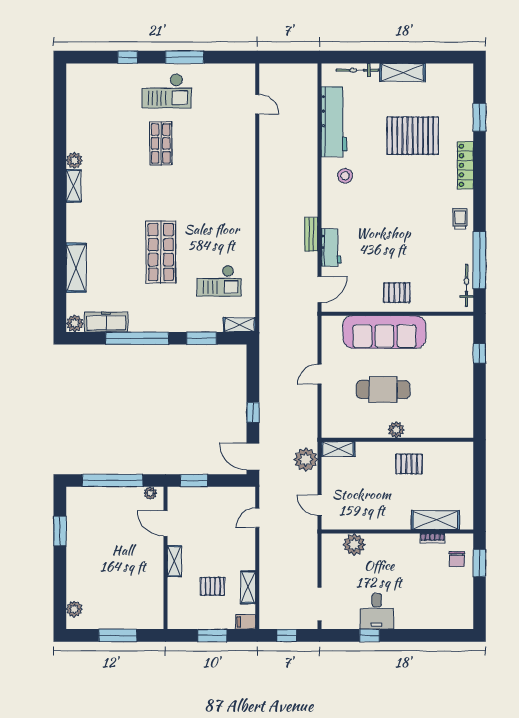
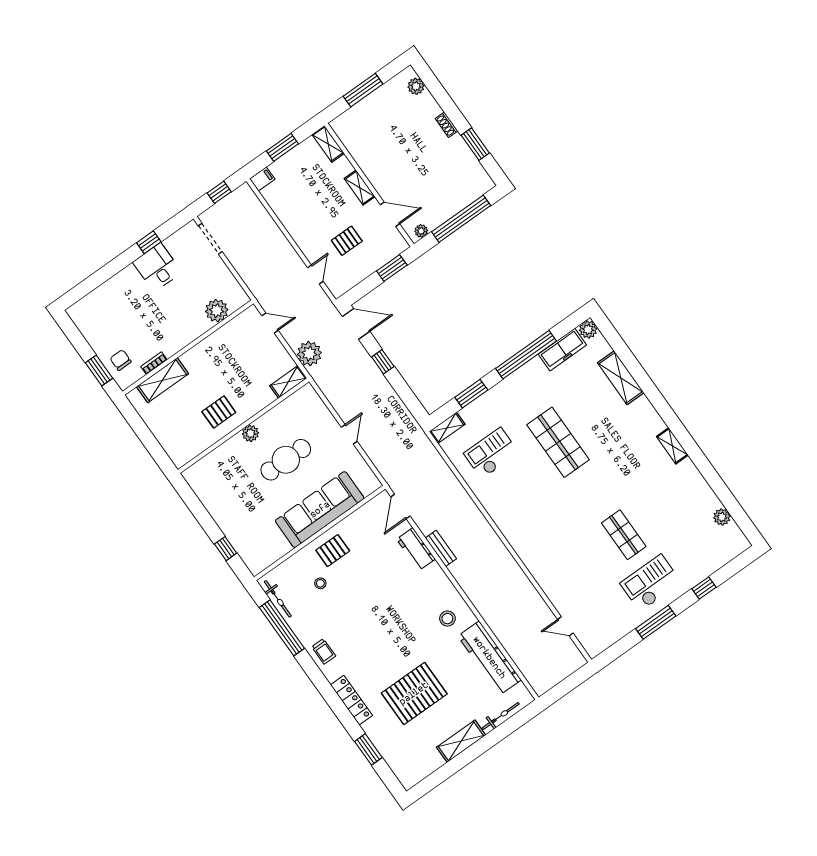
plant: (74, 160) -> (722, 517), moved
stool: (425, 274) -> (320, 583), added
shoe rack: (72, 562) -> (447, 125), added
pallet: (213, 586) -> (347, 241), moved
shelving: (248, 587) -> (328, 144), moved

